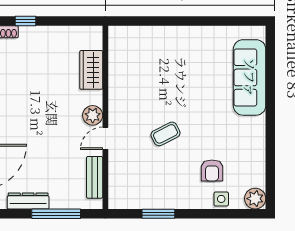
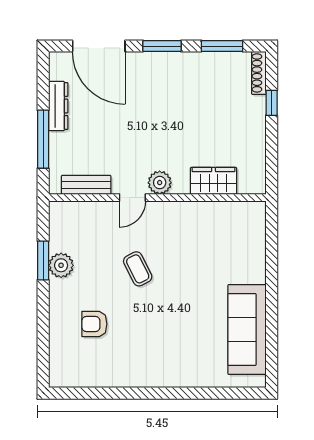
sofa: (250, 77) -> (247, 330), moved, turned -90
door: (105, 138) -> (132, 198), swing flipped
side table: (221, 199) -> (61, 335), removed
plant: (255, 199) -> (61, 265), moved

